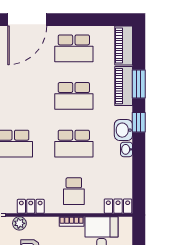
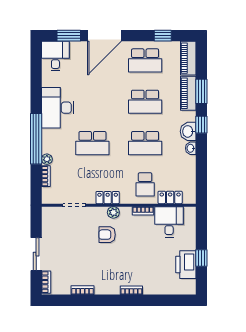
window: (94, 20) -> (163, 36), added
locker: (118, 206) -> (170, 197), moved
plant: (19, 223) -> (113, 212), moved

